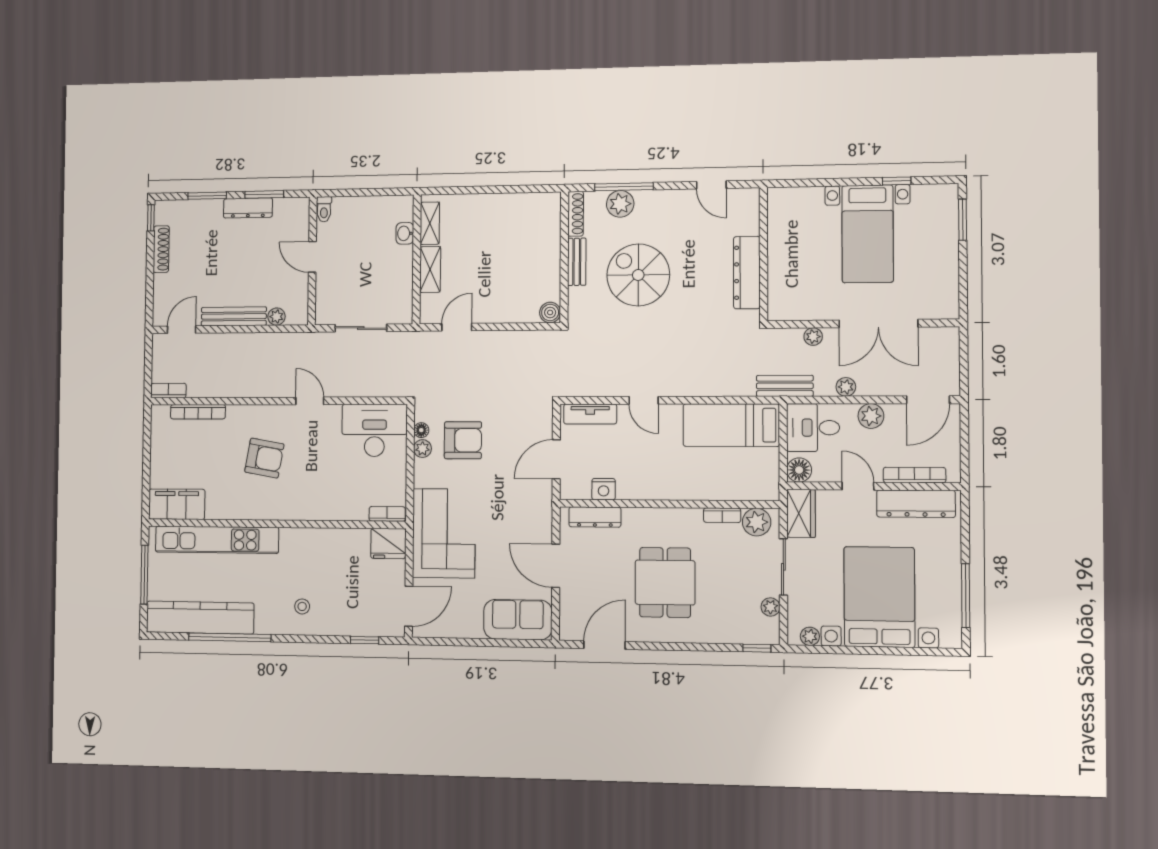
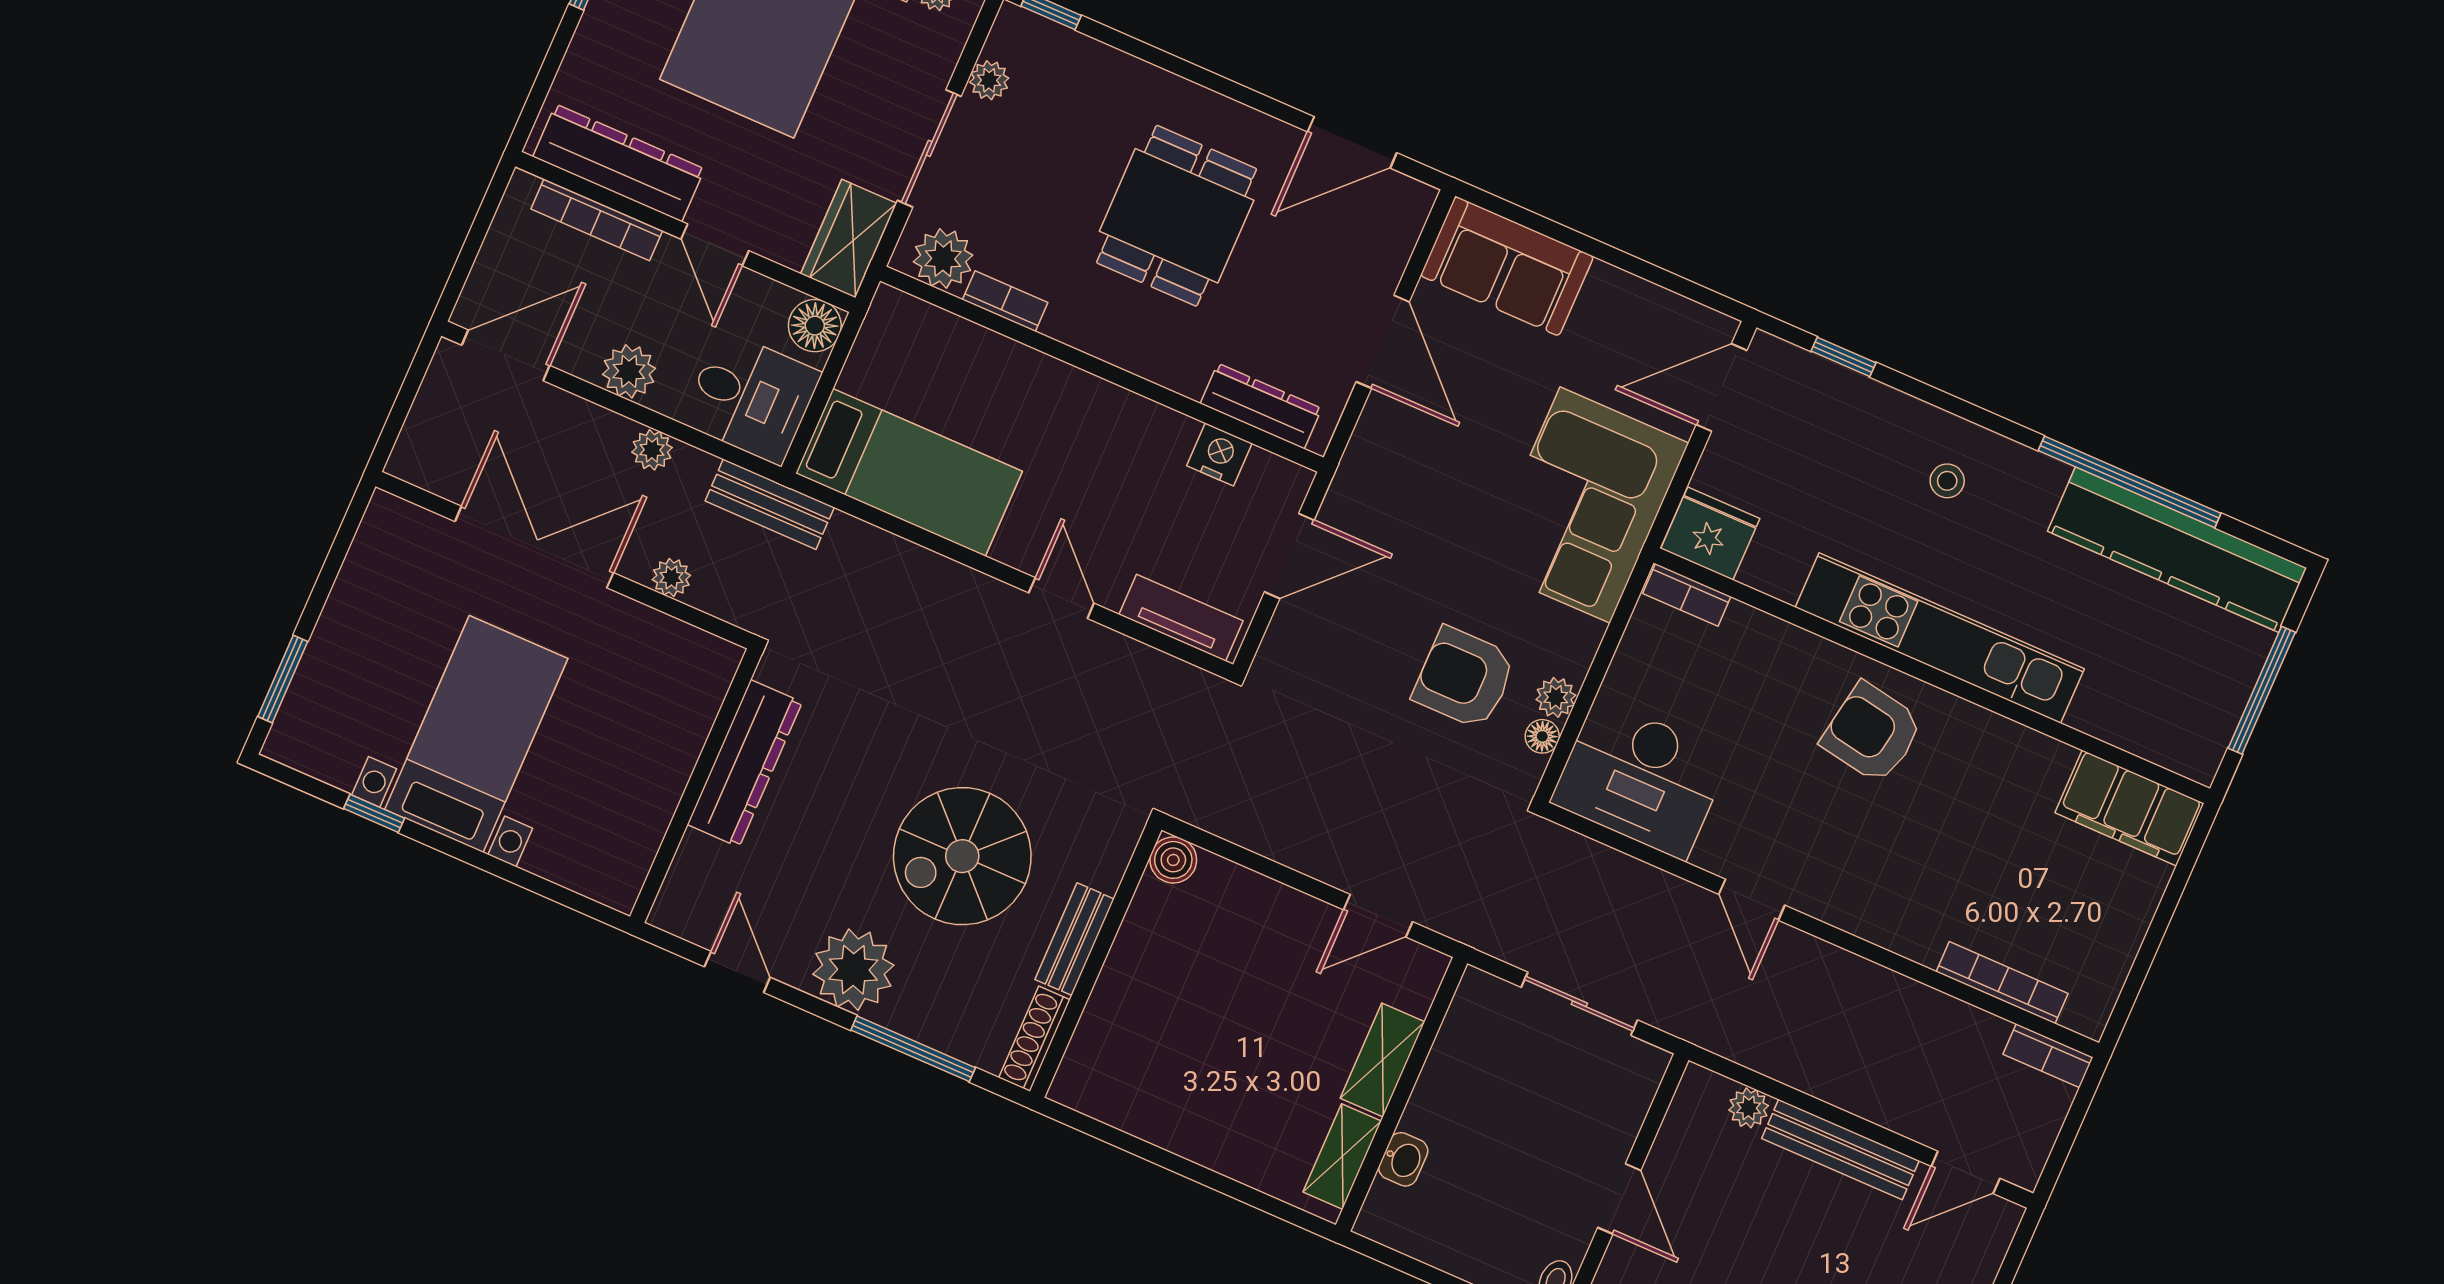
plant: (620, 204) -> (853, 970), moved, width x1.36, depth x1.36
spiral stairs: (638, 275) -> (962, 856), turned 90
armchair: (264, 458) -> (1872, 733), moved
kitchen unit: (217, 540) -> (1940, 638), moved

